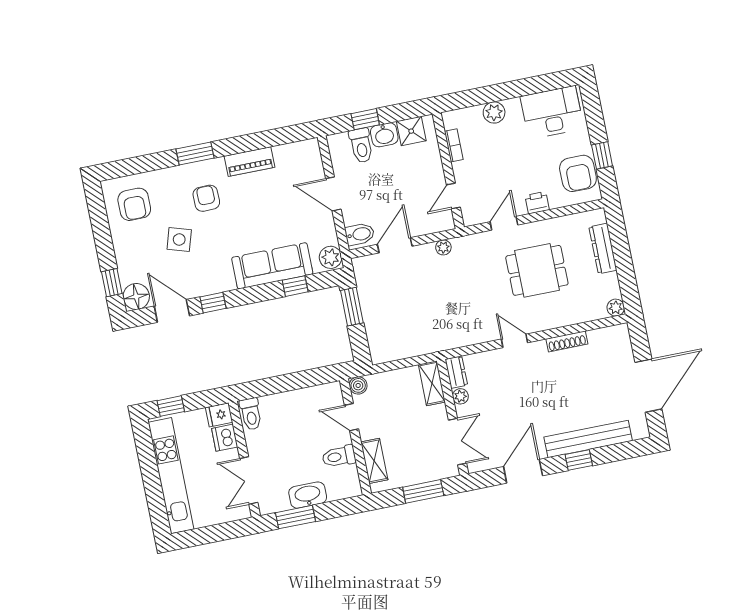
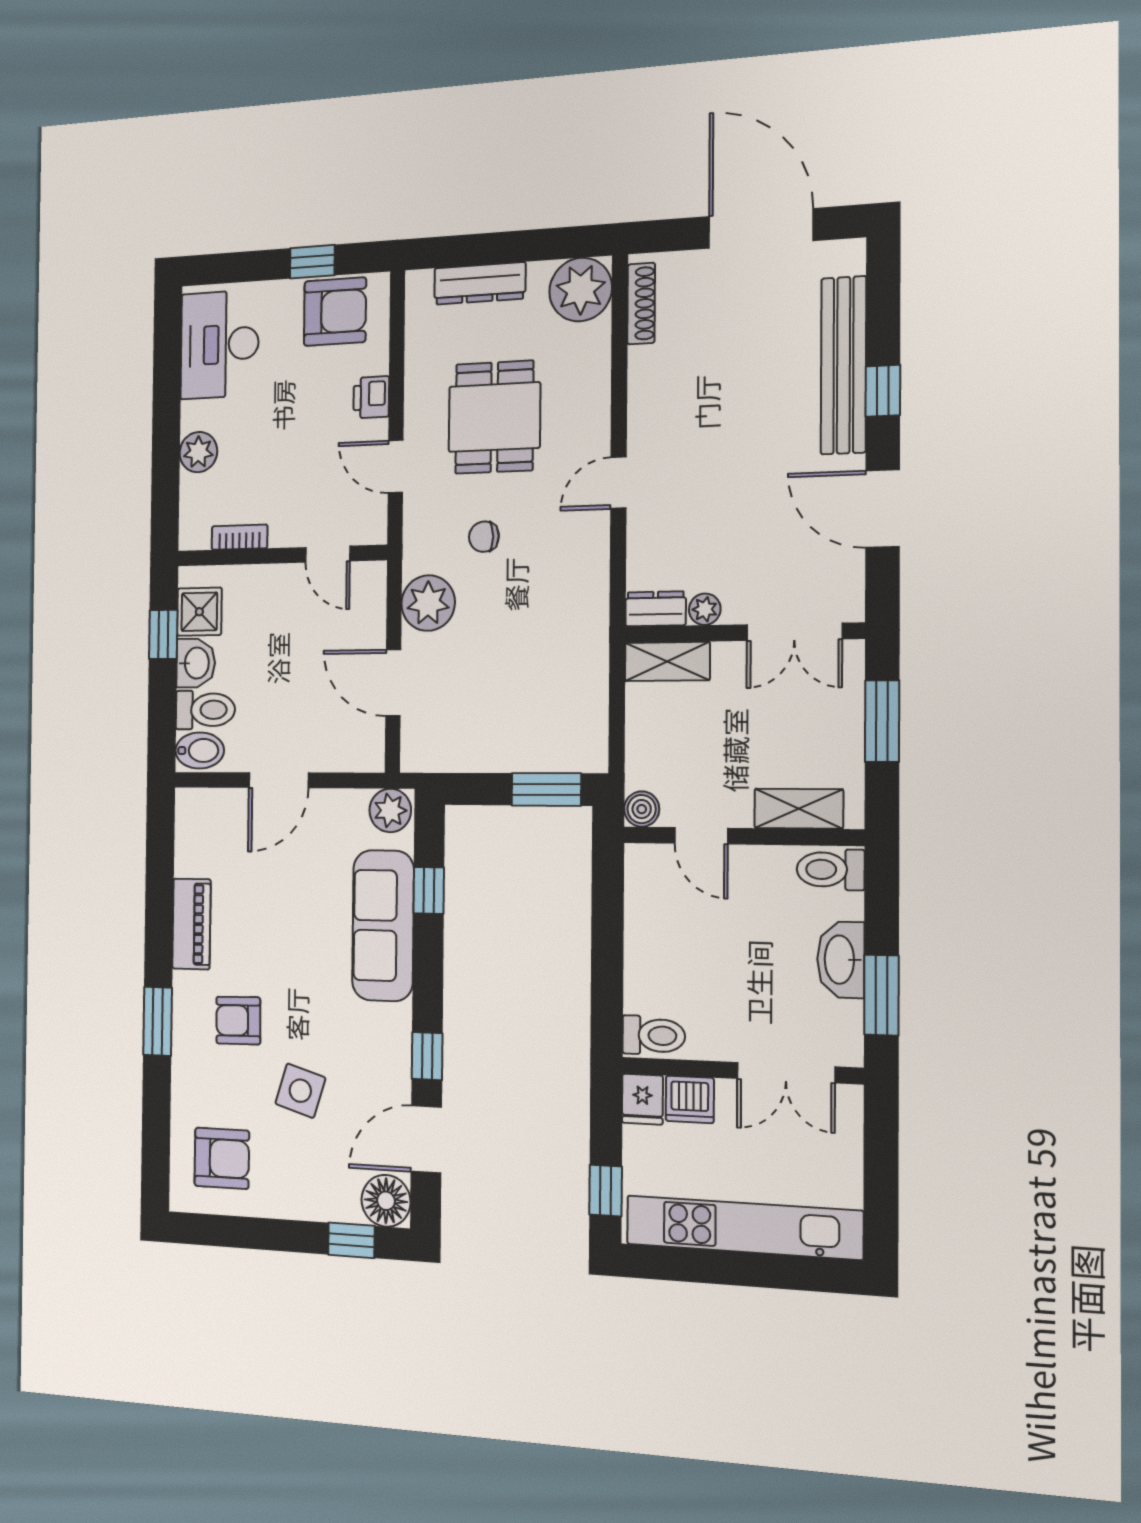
window: (365, 119) -> (163, 634), moved
bidet: (360, 234) -> (200, 750), moved, turned 90
plant: (443, 247) -> (428, 603), width x1.87, depth x1.87
chair: (476, 278) -> (484, 537), added
window: (352, 307) -> (546, 789), moved
plant: (616, 308) -> (581, 290), width x1.88, depth x1.88
shoe rack: (567, 341) -> (641, 304), moved
door: (351, 417) -> (701, 836), hinge flipped
double door: (458, 442) -> (794, 632), swing flipped
toilet: (339, 456) -> (831, 870), moved, turned 90

